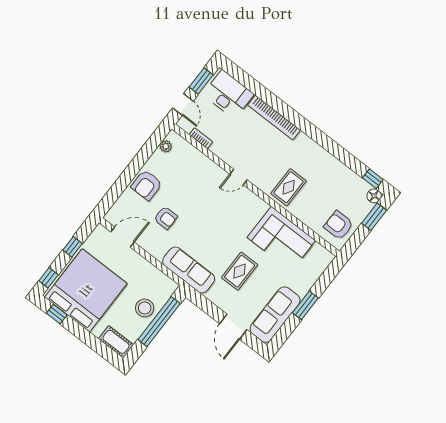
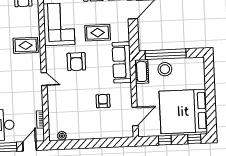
armchair: (147, 185) -> (76, 62), moved, turned 90
door: (122, 237) -> (135, 116), swing flipped
window: (57, 314) -> (211, 117), removed
cot: (116, 342) -> (142, 72), moved

